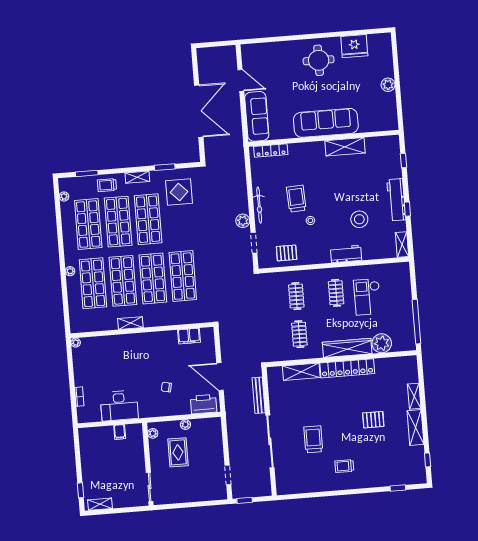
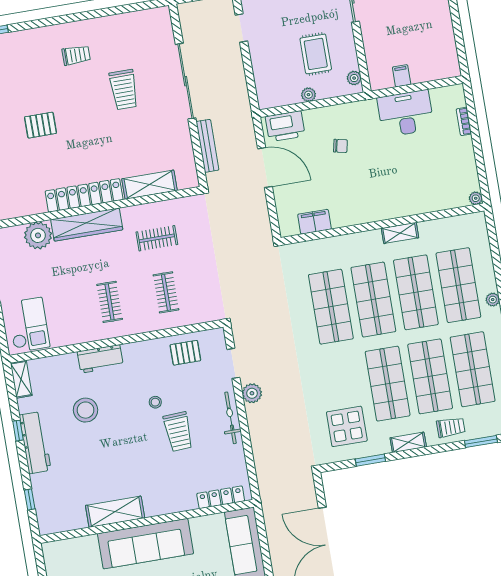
checkout: (367, 297) -> (28, 325), moved
clothes rail: (299, 334) -> (157, 238), turned 90

